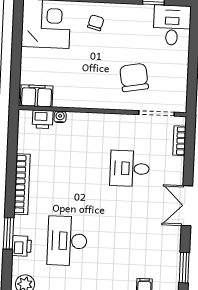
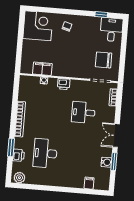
chair: (134, 77) -> (104, 60), moved, turned -80
filing cabinet: (37, 96) -> (42, 69), moved
printer: (43, 119) -> (64, 84), moved
water cooler: (172, 252) -> (106, 162), added
window: (184, 268) -> (114, 161), moved

